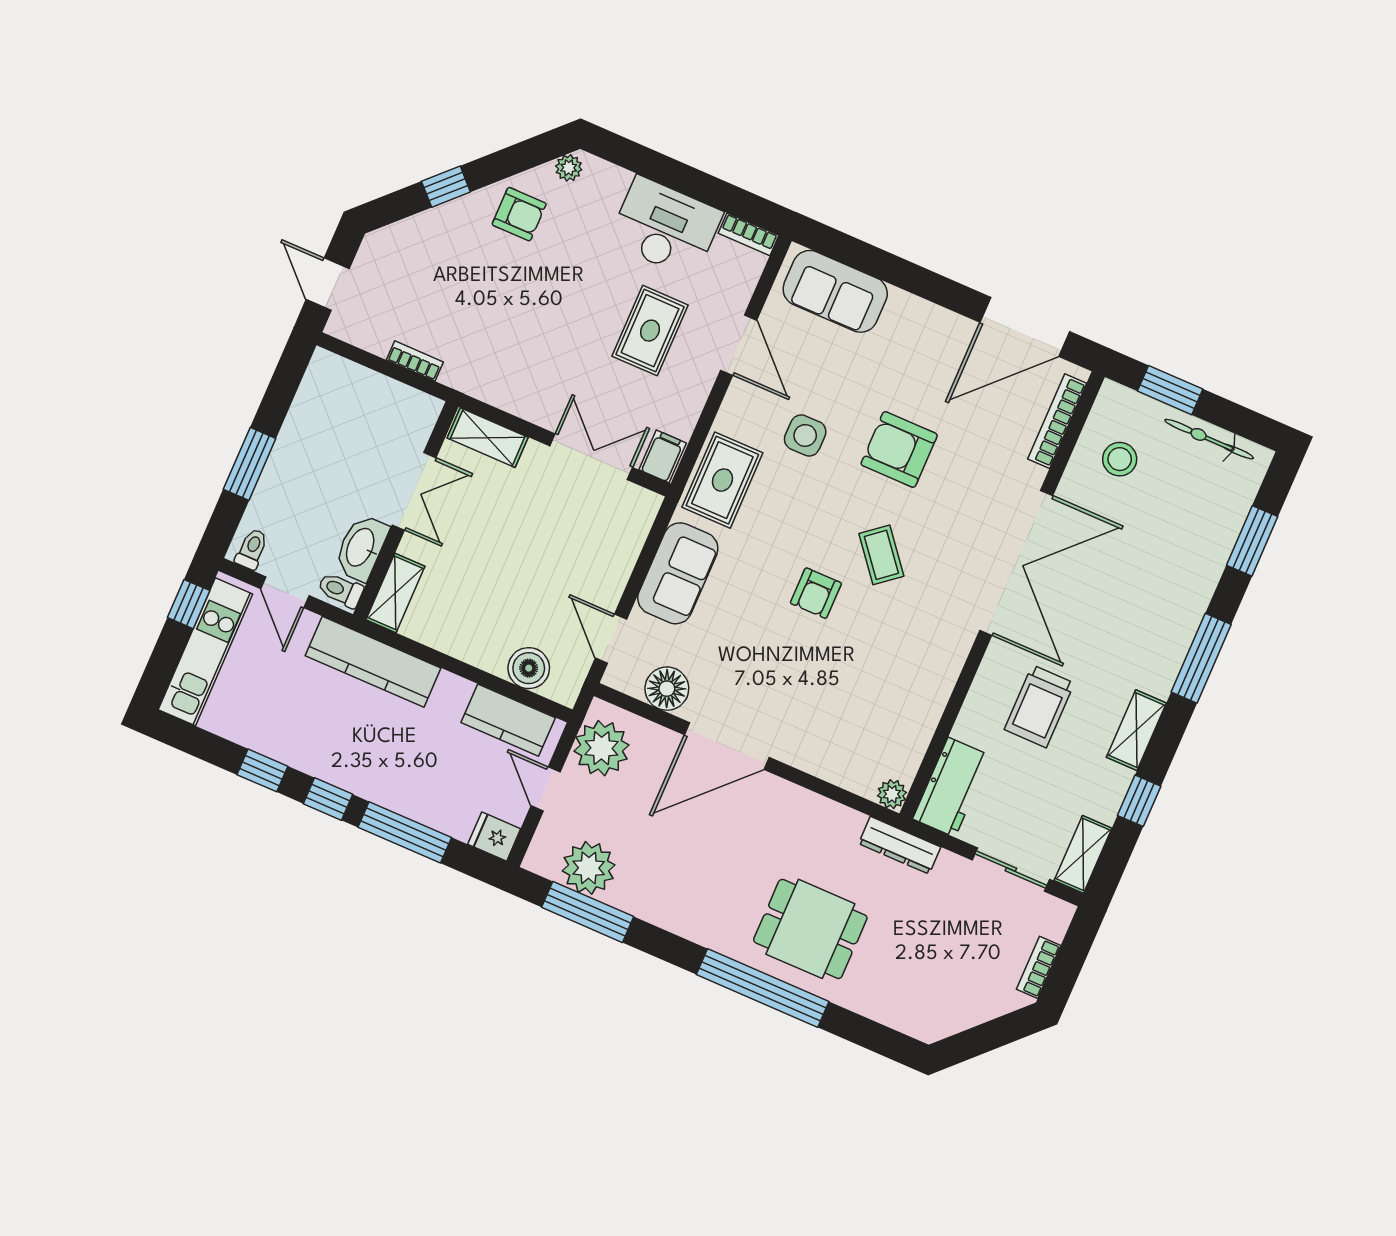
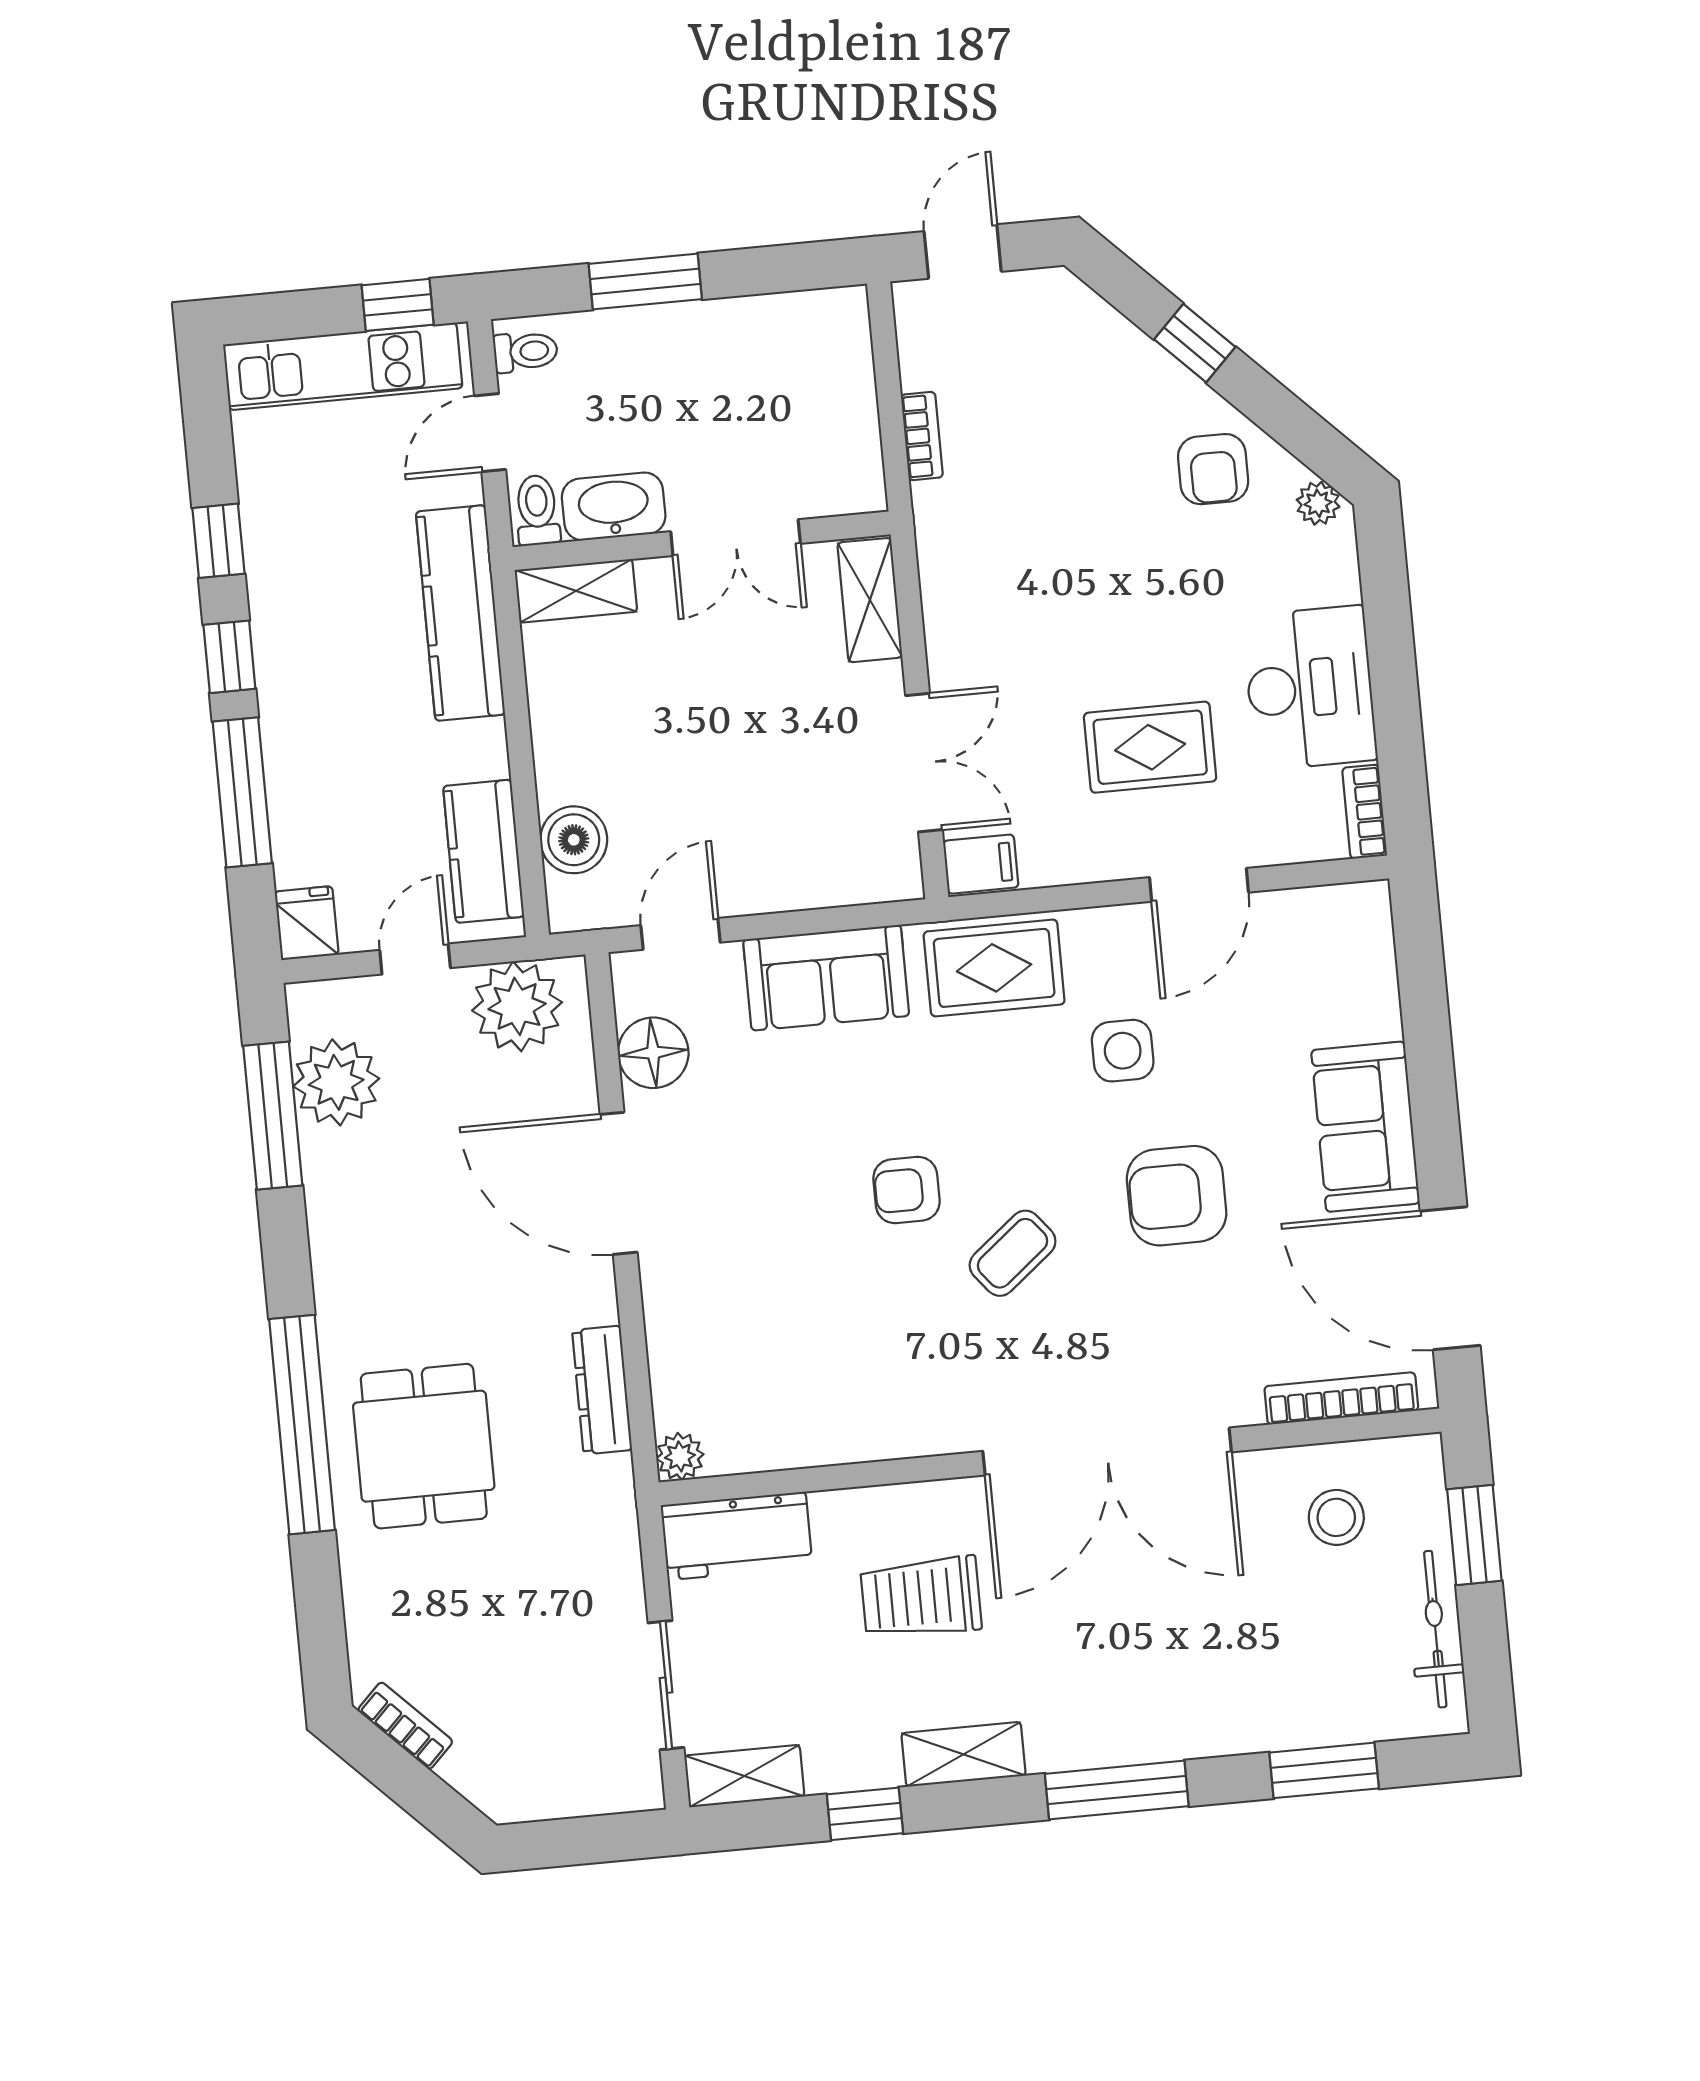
sofa: (835, 291) -> (1366, 1127), moved
armchair: (899, 450) -> (1177, 1196), turned -90
dresser: (900, 845) -> (602, 1390), moved
bookcase: (1039, 967) -> (405, 1726), moved, turned 45

